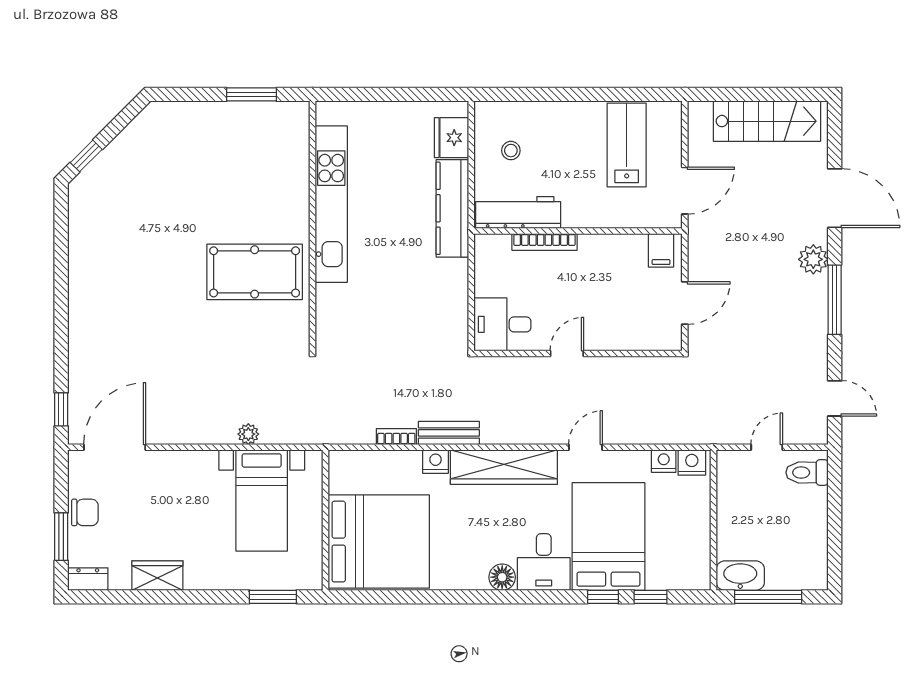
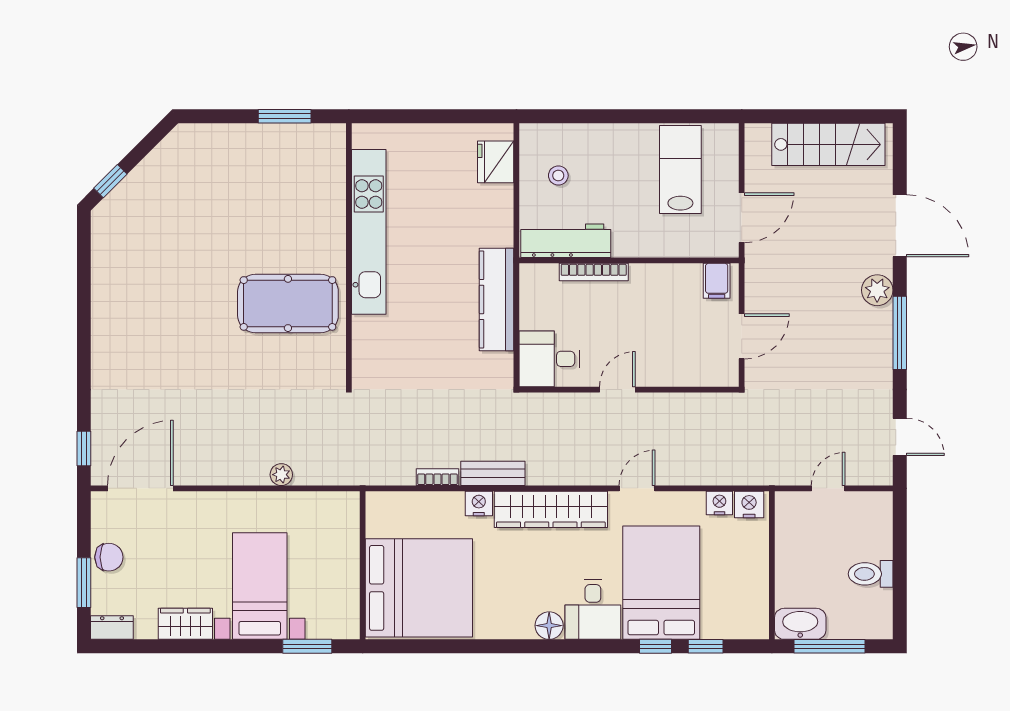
kitchen counter: (452, 208) -> (497, 299), moved
toilet: (807, 472) -> (871, 574), moved
bed with nightstands: (262, 500) -> (260, 586), moved, turned 180

